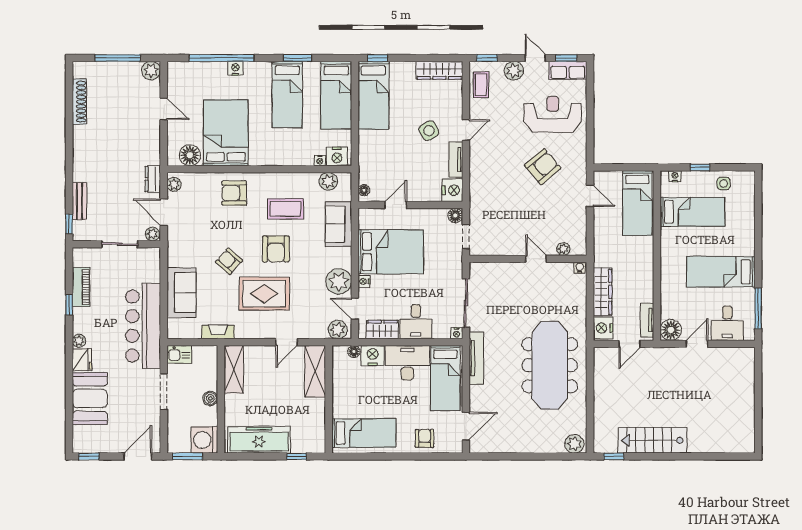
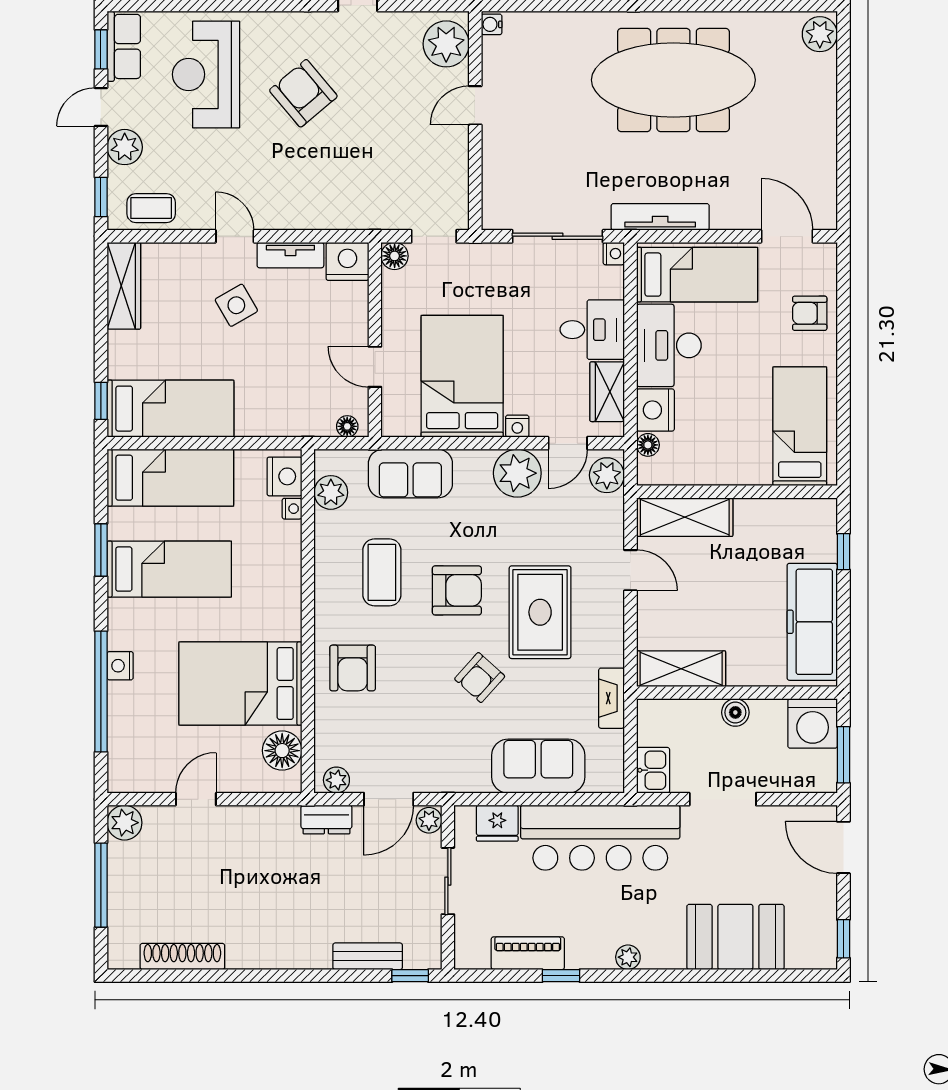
plant: (563, 249) -> (446, 44), width x1.88, depth x1.88
fridge: (82, 360) -> (497, 823), moved, turned 180

